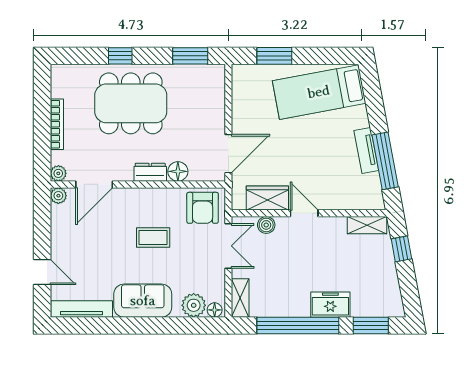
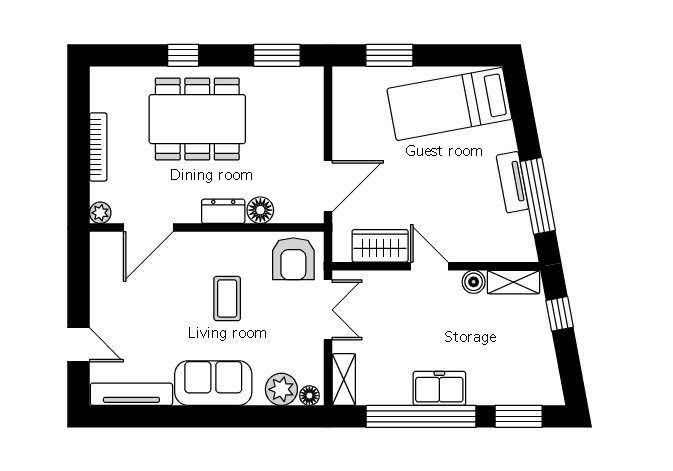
plant: (58, 196) -> (100, 243), removed
boiler: (266, 225) -> (474, 282), moved
coffee table: (153, 237) -> (227, 299), turned 90
freezer: (330, 305) -> (439, 388), moved

